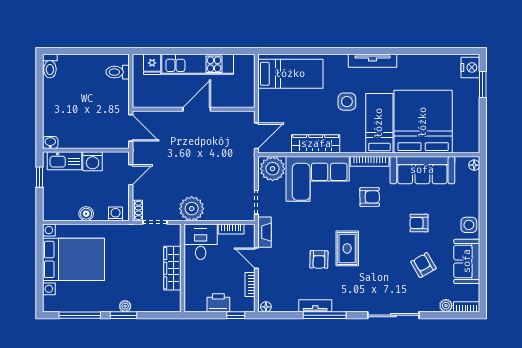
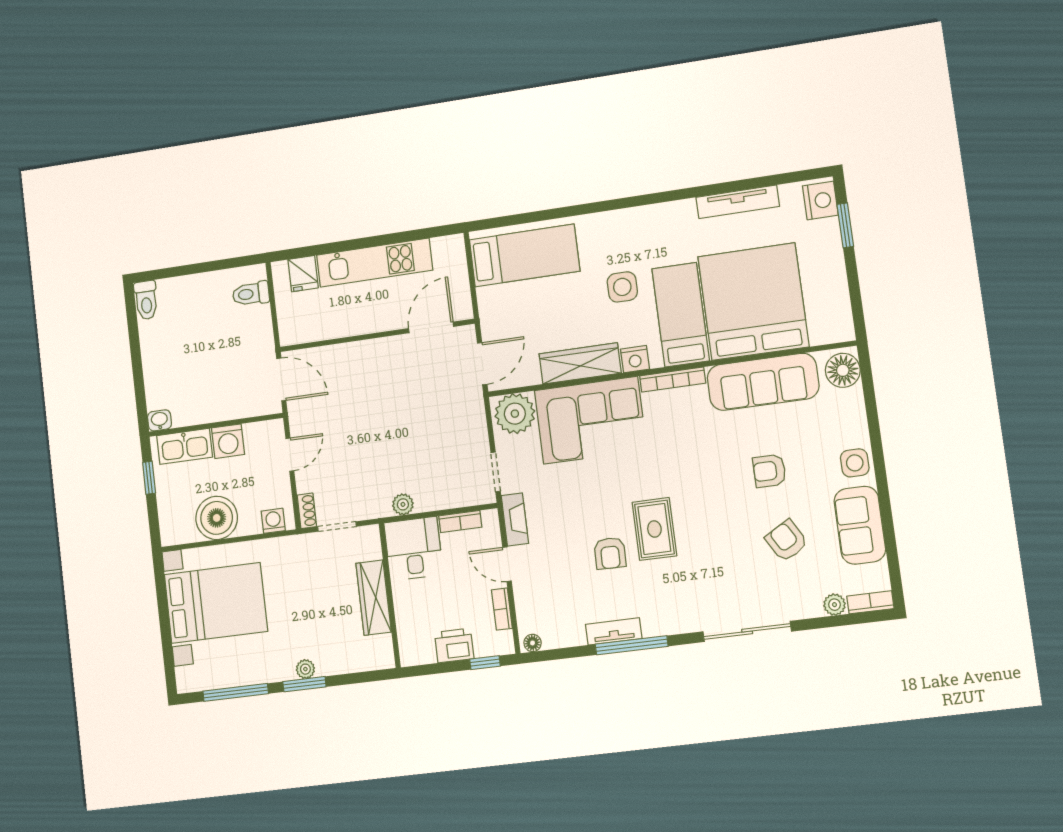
tv unit: (372, 61) -> (738, 202), moved
door: (197, 109) -> (431, 327), moved
nightstand: (349, 146) -> (635, 359), added
floor lamp: (474, 165) -> (843, 370), width x1.89, depth x1.89
armchair: (370, 197) -> (681, 438), removed
plant: (192, 209) -> (403, 504), width x0.53, depth x0.53
boiler: (86, 214) -> (217, 518), width x1.86, depth x1.86

